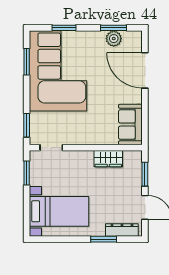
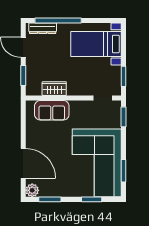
plant: (114, 39) -> (32, 190), moved
sofa: (130, 125) -> (52, 110), moved, turned 90
window: (104, 239) -> (58, 20), width x2.11

